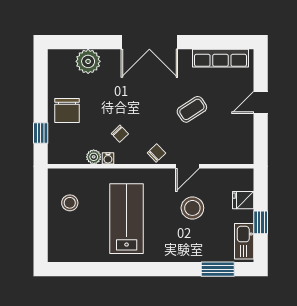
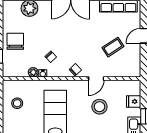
coffee table: (192, 109) -> (113, 47), moved
chair: (67, 111) -> (15, 41), turned 180

